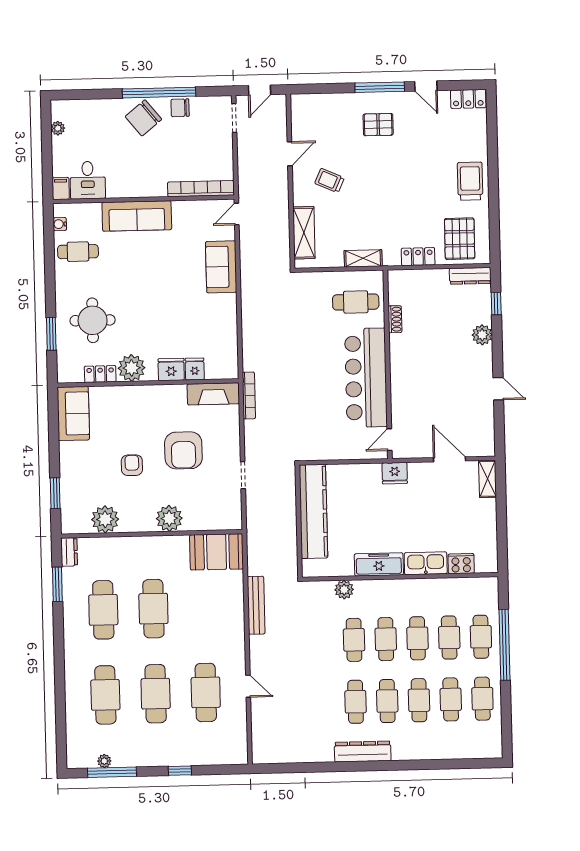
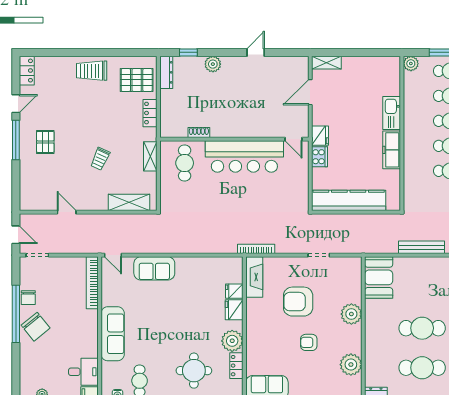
trolley: (330, 181) -> (100, 159), moved
armchair: (183, 450) -> (298, 302), turned 180
cooker: (461, 564) -> (320, 157), moved, turned 180
plant: (344, 590) -> (411, 64), moved

